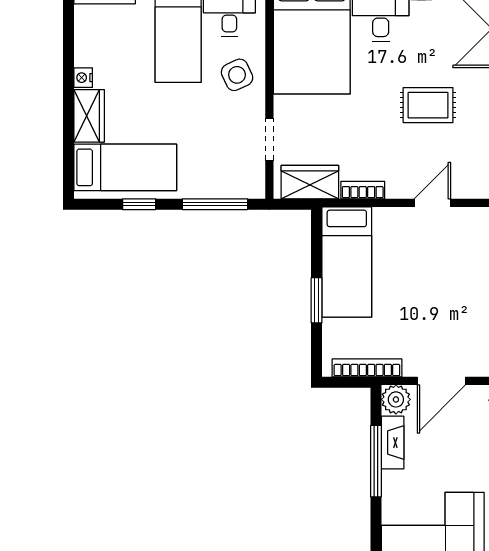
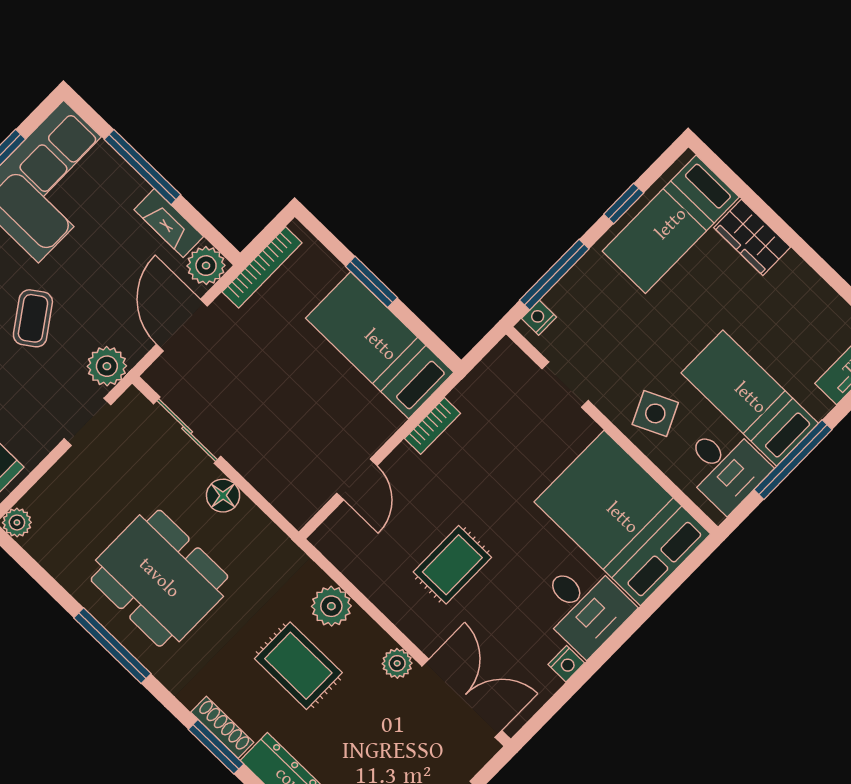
nightstand: (83, 78) -> (539, 318), moved, turned -90
wardrobe: (310, 182) -> (488, 384), removed
window: (376, 461) -> (142, 167), moved

